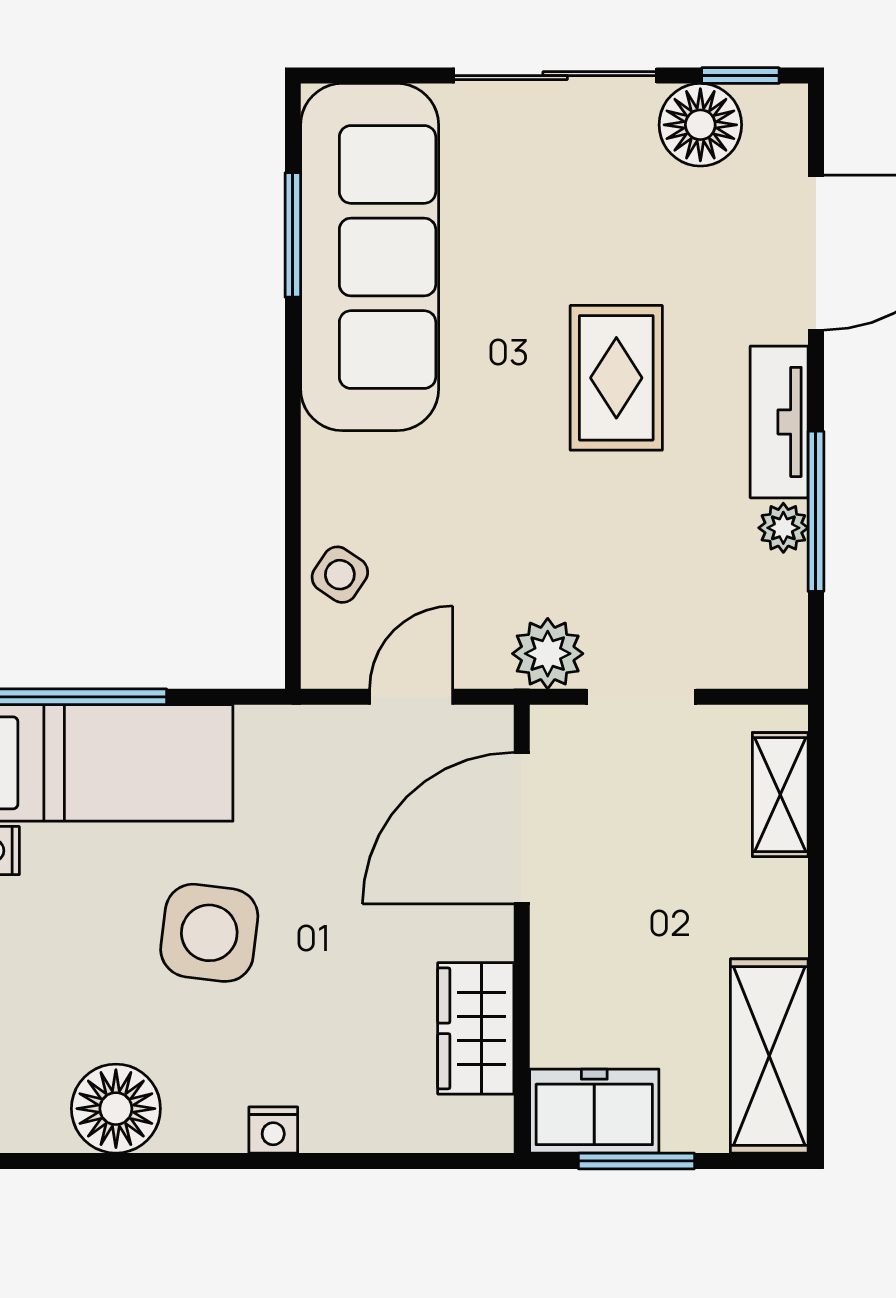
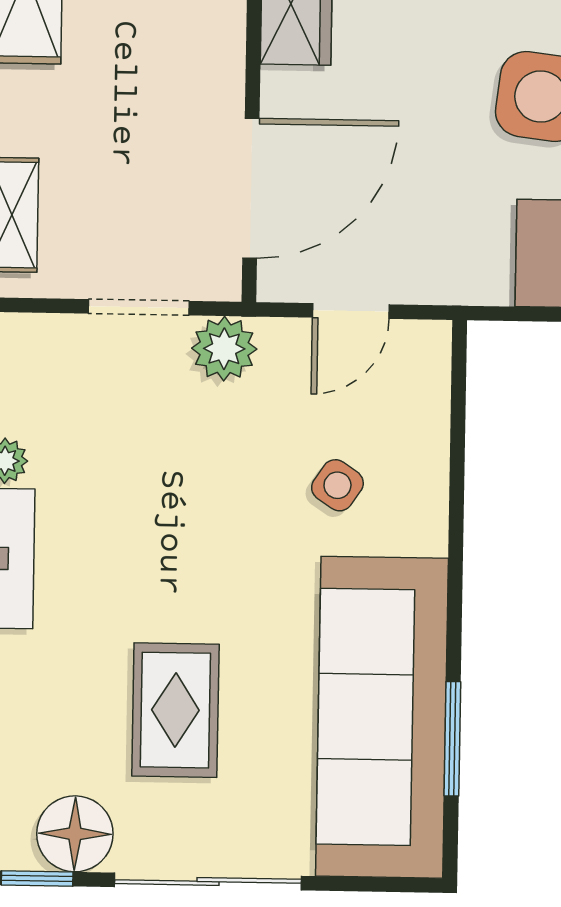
rug: (616, 378) -> (175, 710), moved
side table: (340, 575) -> (337, 485), moved

